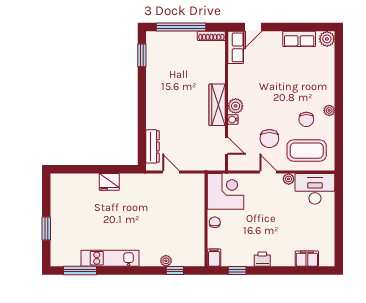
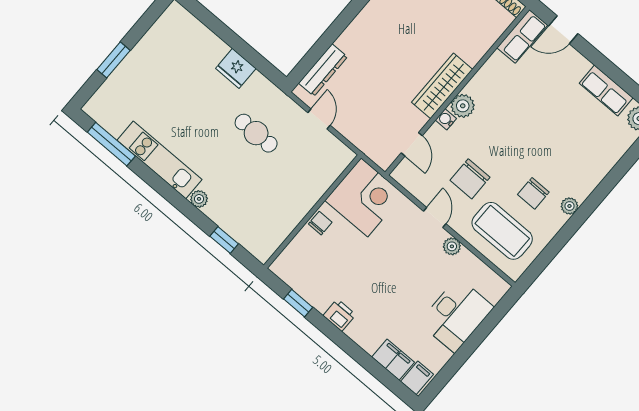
desk: (315, 189) -> (456, 315), moved, turned 90
cafe table: (146, 205) -> (256, 133), added
filing cabinet: (214, 258) -> (417, 378), moved
plant: (166, 261) -> (199, 199), moved

